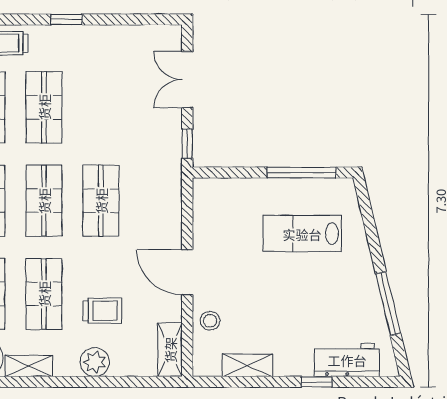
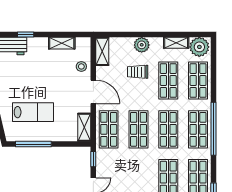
shop shelf: (158, 201) -> (109, 129), added
shelving: (204, 205) -> (84, 127), added

